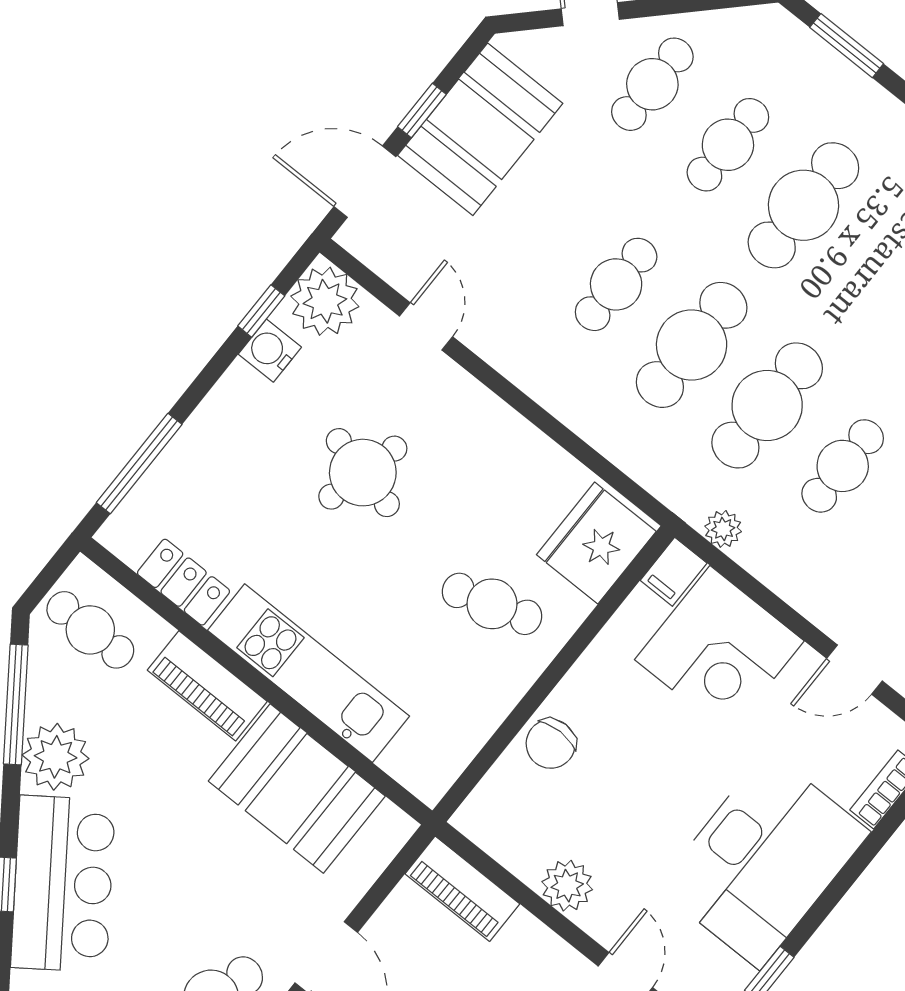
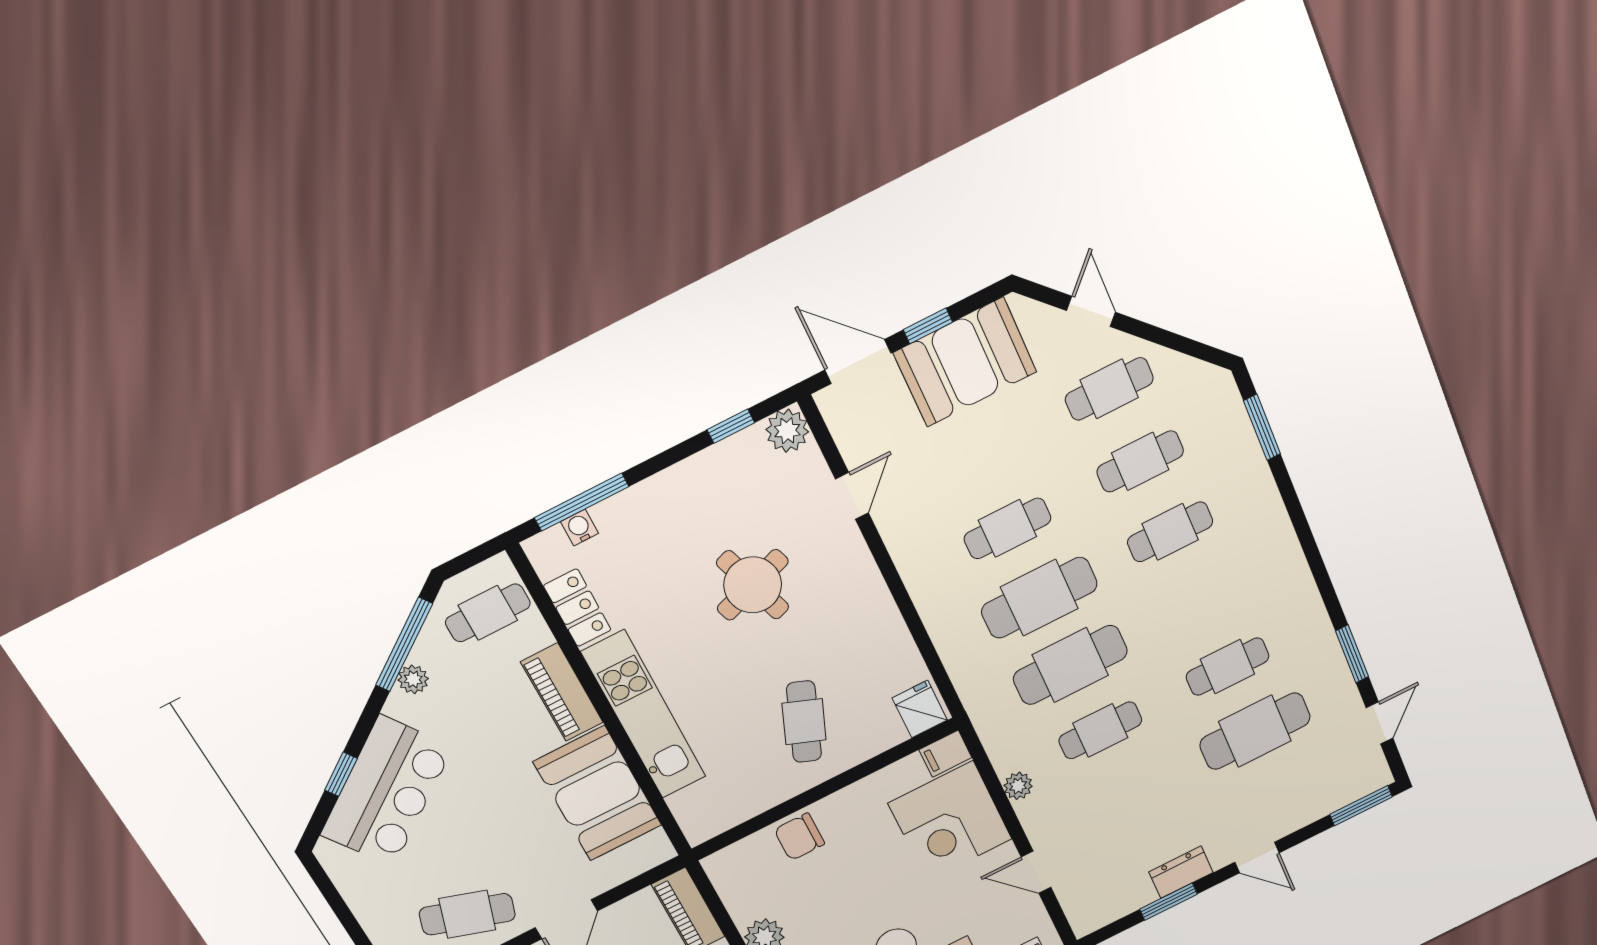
cafe table: (803, 205) -> (1170, 532), width x0.73, depth x0.74
plant: (325, 301) -> (787, 431), width x0.73, depth x0.73
water cooler: (270, 351) -> (579, 528), moved, width x0.72, depth x0.72
round table: (363, 473) -> (753, 585), turned -33
plant: (723, 529) -> (1018, 786), moved
fridge: (596, 543) -> (920, 709), width x0.53, depth x0.75
cafe table: (492, 604) -> (804, 722), turned 38
cafe table: (90, 630) -> (488, 613), turned 90
plant: (56, 757) -> (413, 679), width x0.53, depth x0.53

